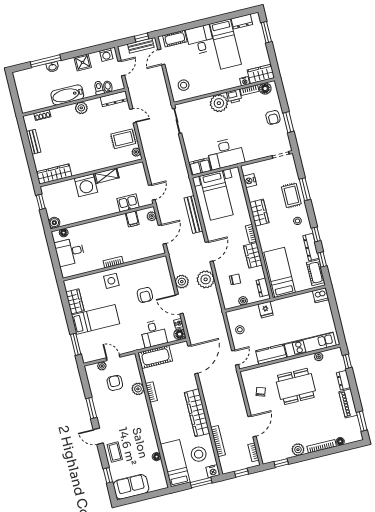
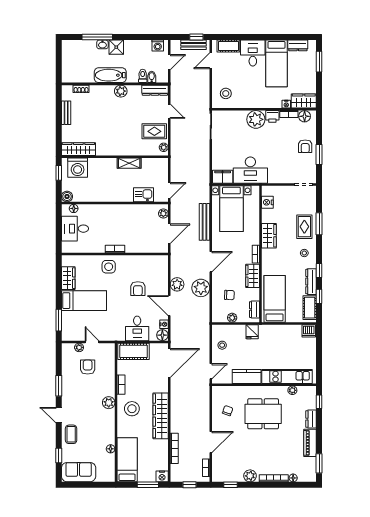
shower: (83, 62) -> (116, 47), moved
washing machine: (86, 185) -> (78, 168), moved
filing cabinet: (132, 219) -> (144, 211), removed
plant: (138, 389) -> (109, 403), moved
stool: (199, 454) -> (132, 409), moved

